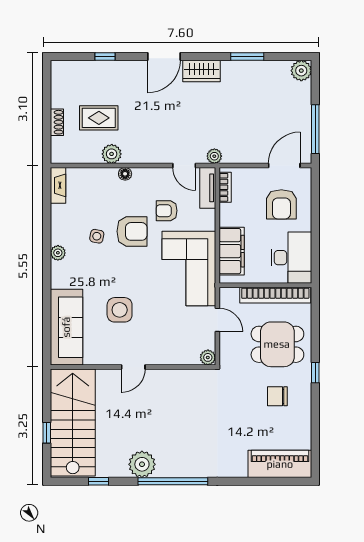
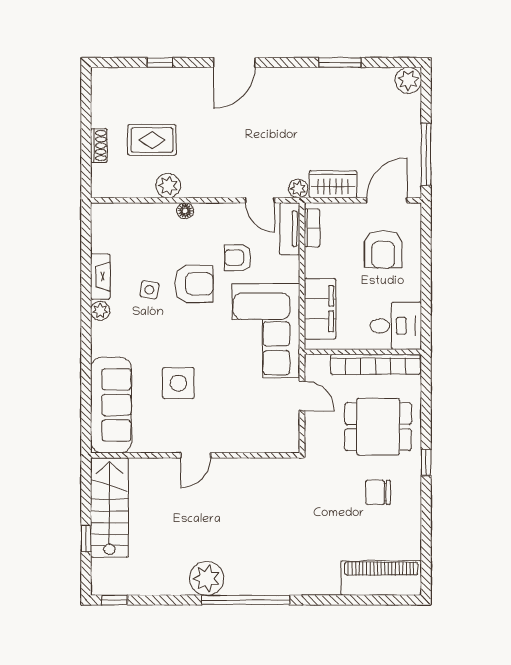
wardrobe: (202, 71) -> (333, 184), moved, turned 180
fireplace: (58, 185) -> (100, 277), moved
desk: (291, 258) -> (396, 326), width x0.73
plant: (208, 357) -> (290, 443), removed
stairs: (73, 422) -> (109, 507), width x0.73, depth x0.66
window: (98, 481) -> (114, 600), moved

